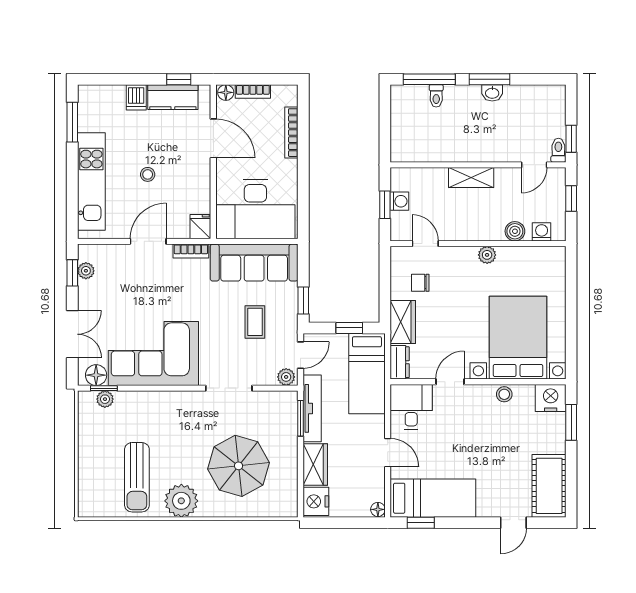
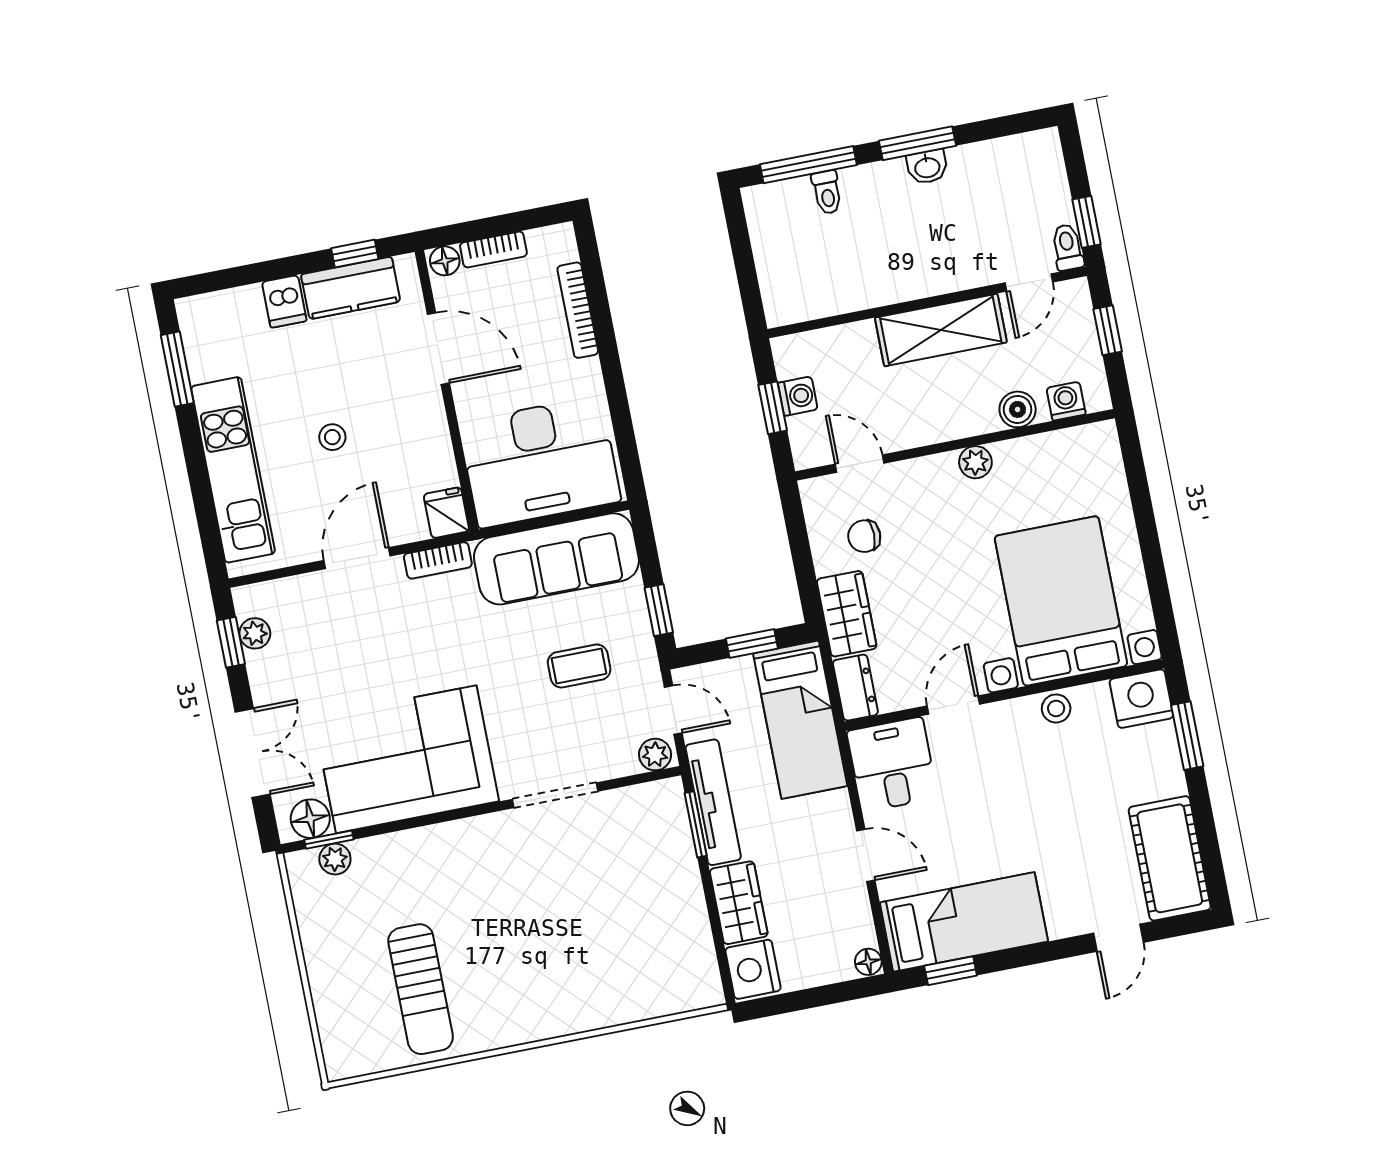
shelving: (471, 178) -> (941, 330), width x1.50, depth x1.33
coffee table: (255, 322) -> (579, 666), turned 90
door: (300, 355) -> (673, 710), hinge flipped
parasol: (239, 466) -> (600, 932), removed
plant: (181, 501) -> (509, 1016), removed

